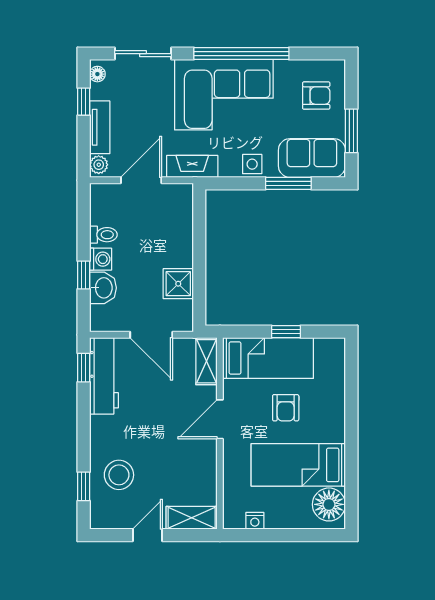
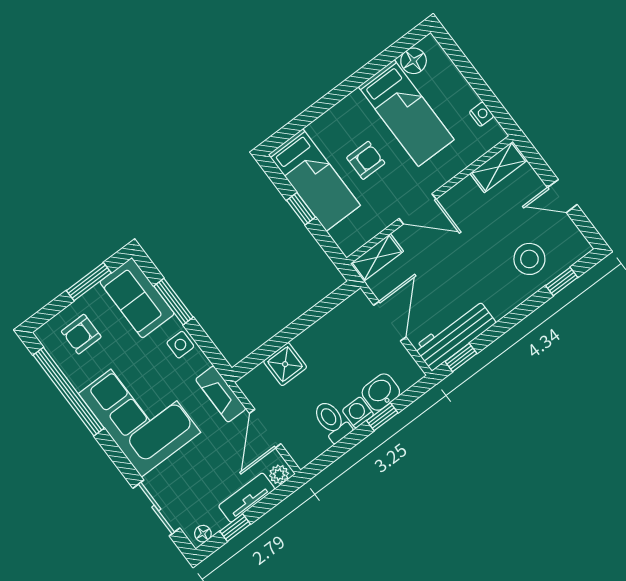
window: (241, 54) -> (69, 392), moved
armchair: (316, 96) -> (81, 334), turned -90
door: (141, 180) -> (265, 429), hinge flipped
toilet: (103, 235) -> (332, 421), width x1.37, depth x1.39
shower: (178, 284) -> (285, 364), moved
bed: (268, 358) -> (314, 180), moved, turned 180
floor lamp: (329, 504) -> (414, 61), width x0.73, depth x0.73
shelving: (192, 518) -> (499, 167), moved, turned 90

